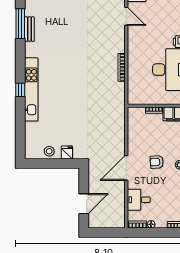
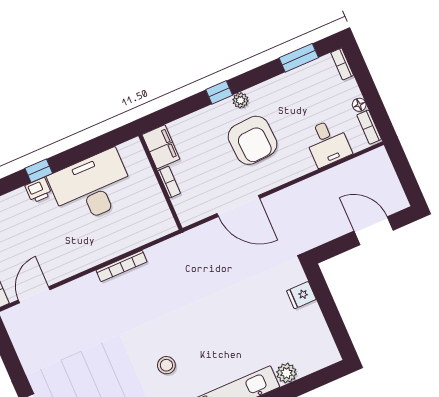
plant: (30, 128) -> (286, 373), added
stool: (49, 151) -> (166, 365), moved
armchair: (157, 162) -> (253, 140), width x1.88, depth x1.88
door: (126, 168) -> (238, 206), moved

